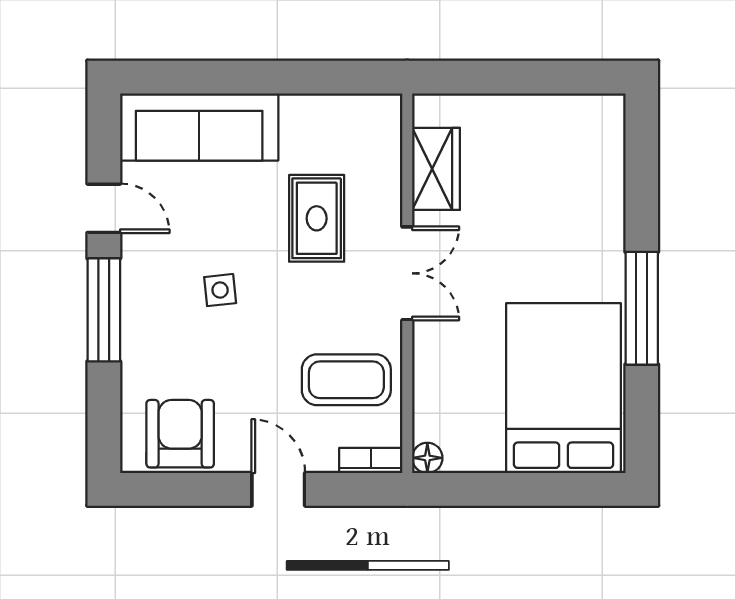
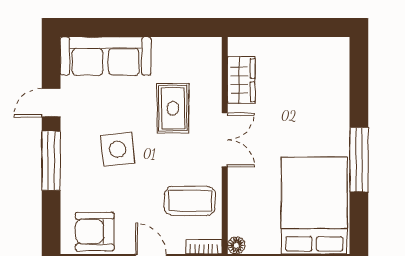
door: (104, 208) -> (51, 103), swing flipped
side table: (220, 290) -> (118, 149), width x1.87, depth x1.87
armchair: (180, 434) -> (95, 232), turned -90

